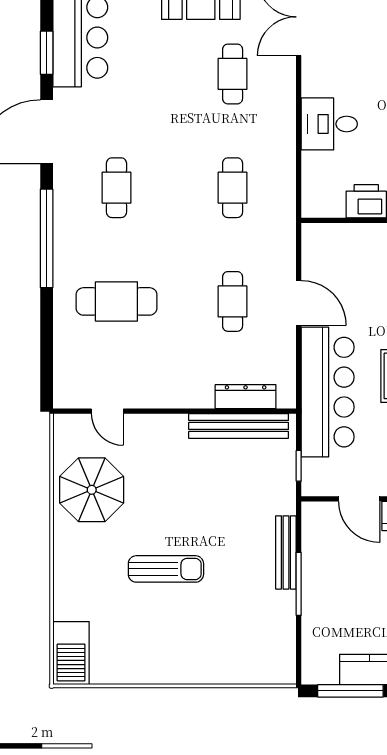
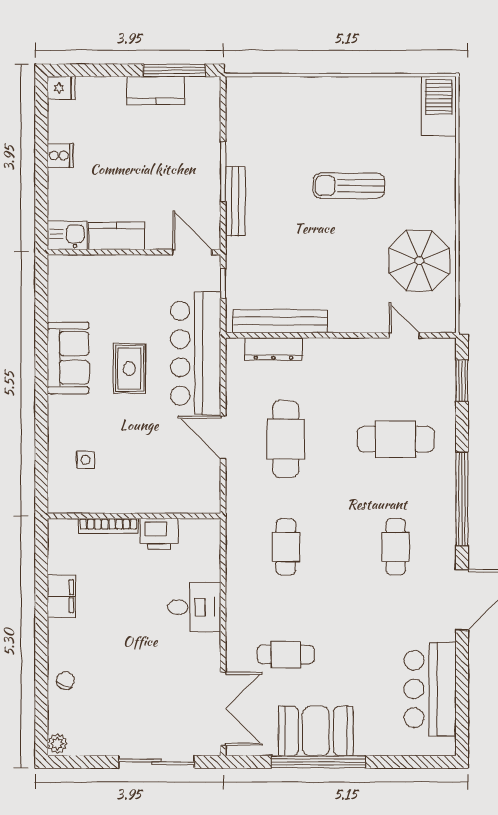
window: (47, 53) -> (462, 381), moved
cafe table: (233, 74) -> (286, 655), turned 90
cafe table: (233, 301) -> (286, 439), width x1.37, depth x1.35
door: (359, 499) -> (192, 252), moved

